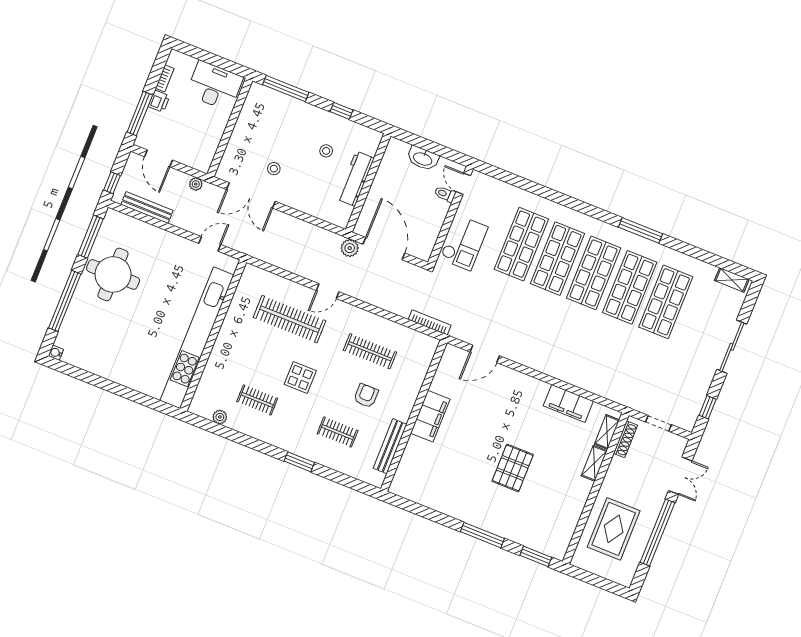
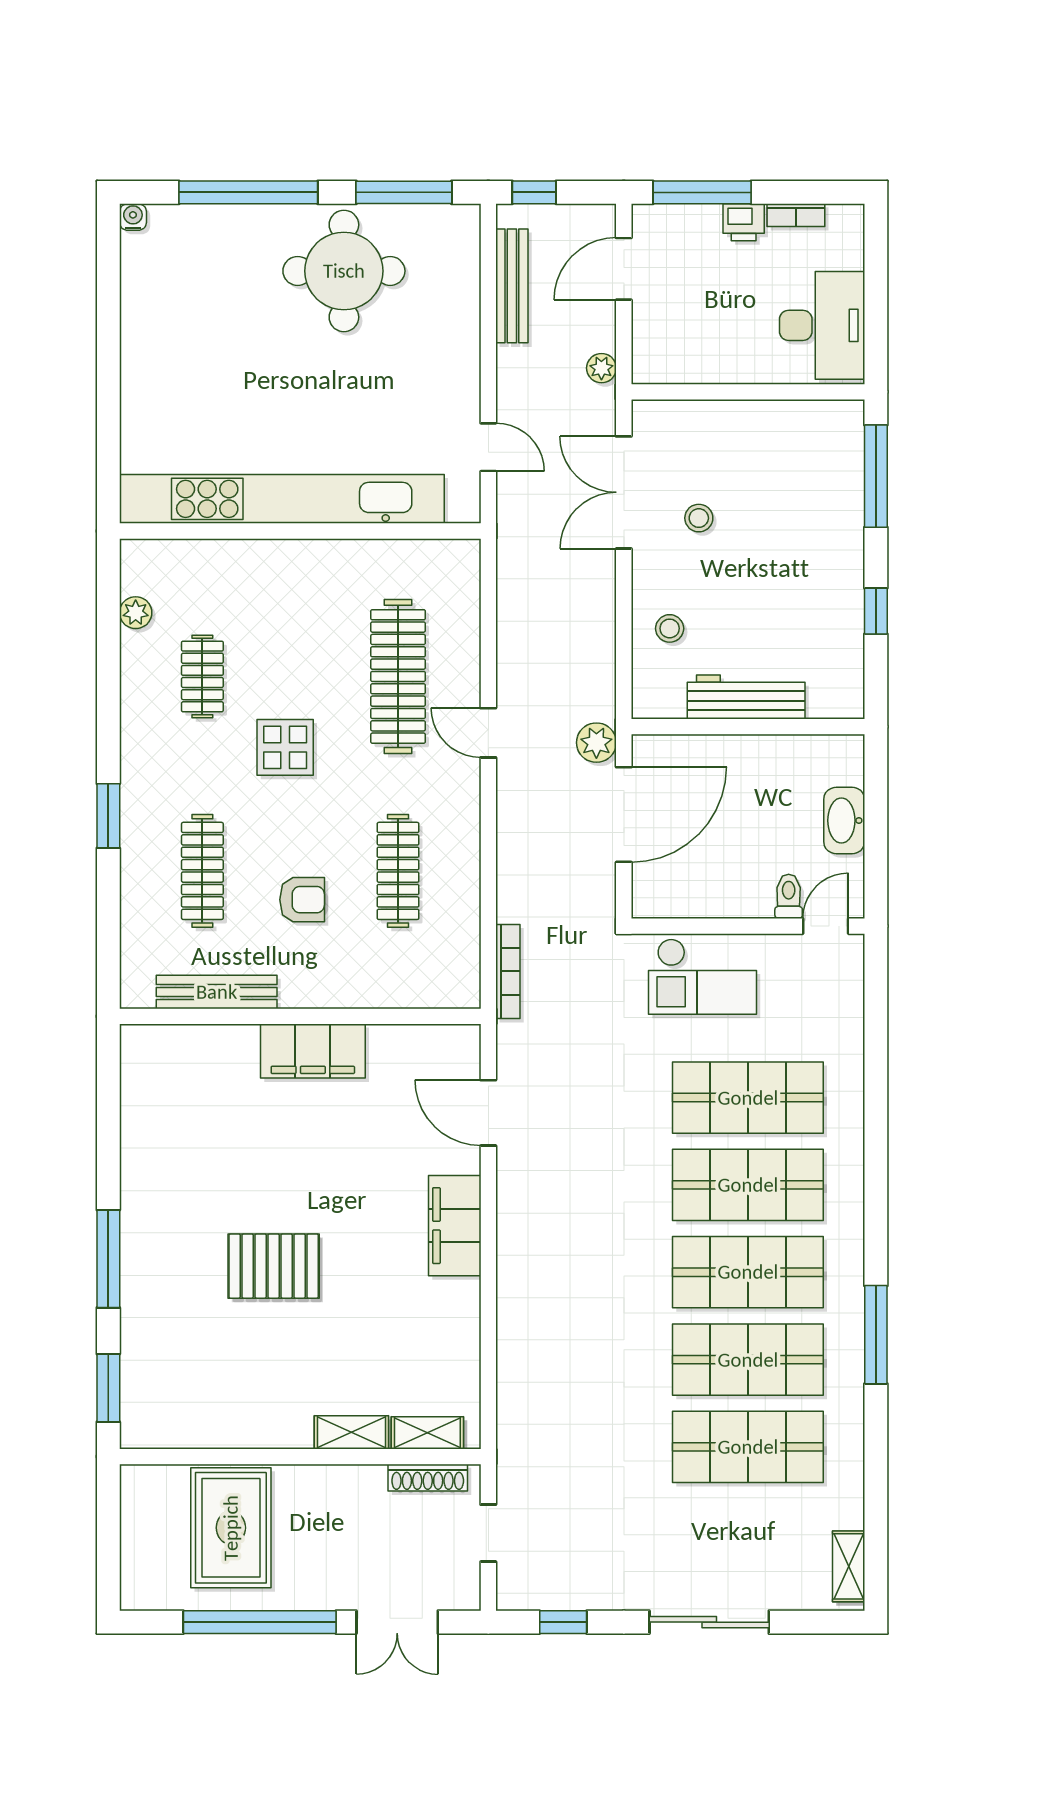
stool: (326, 151) -> (670, 628), moved
filing cabinet: (568, 403) -> (455, 1226), moved
clothes rail: (338, 432) -> (202, 871), width x1.36
rug: (614, 529) -> (231, 1528), turned 90

